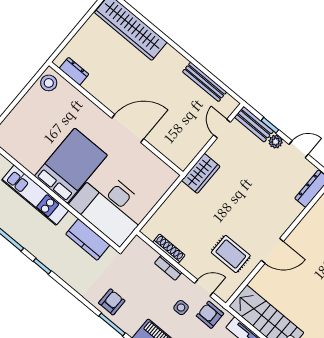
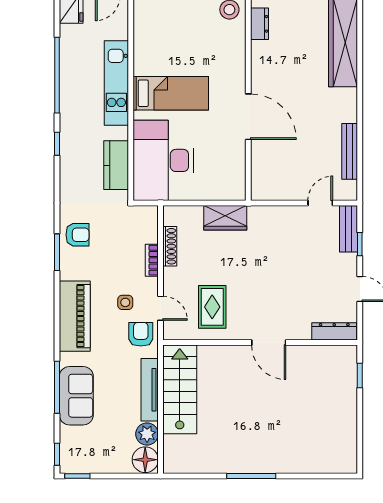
plant: (276, 142) -> (349, 262), removed
bed: (71, 166) -> (171, 93), width x0.67
wardrobe: (201, 173) -> (225, 218), moved
door: (272, 251) -> (269, 343), moved

